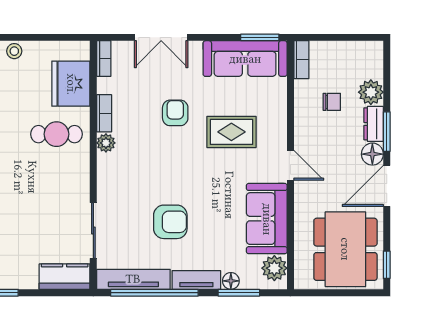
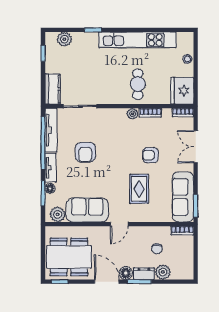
fridge: (71, 84) -> (182, 91), moved, turned -90
armchair: (175, 113) -> (150, 155), turned 180

